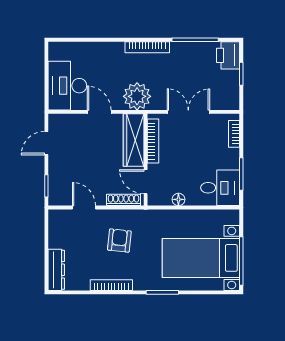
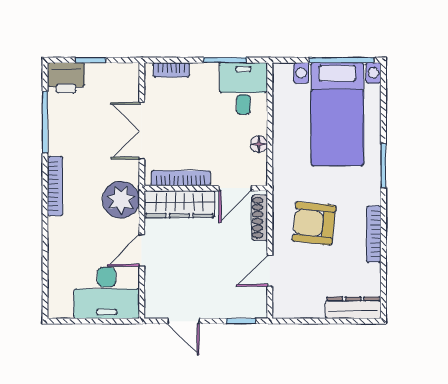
armchair: (119, 241) -> (314, 223), width x1.38, depth x1.38

